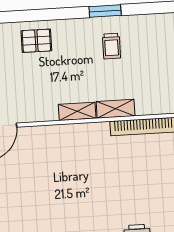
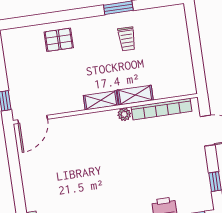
plant: (102, 129) -> (124, 114), added

